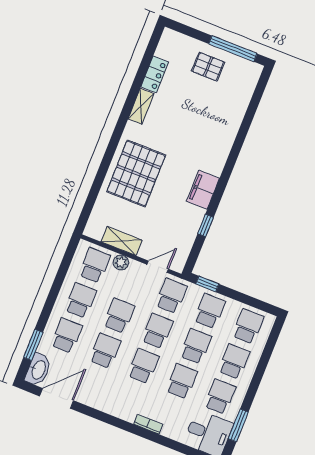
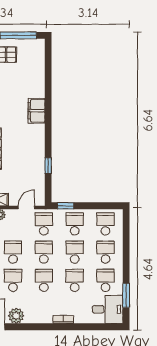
filing cabinet: (203, 190) -> (37, 111), moved
plant: (91, 396) -> (16, 316), added

